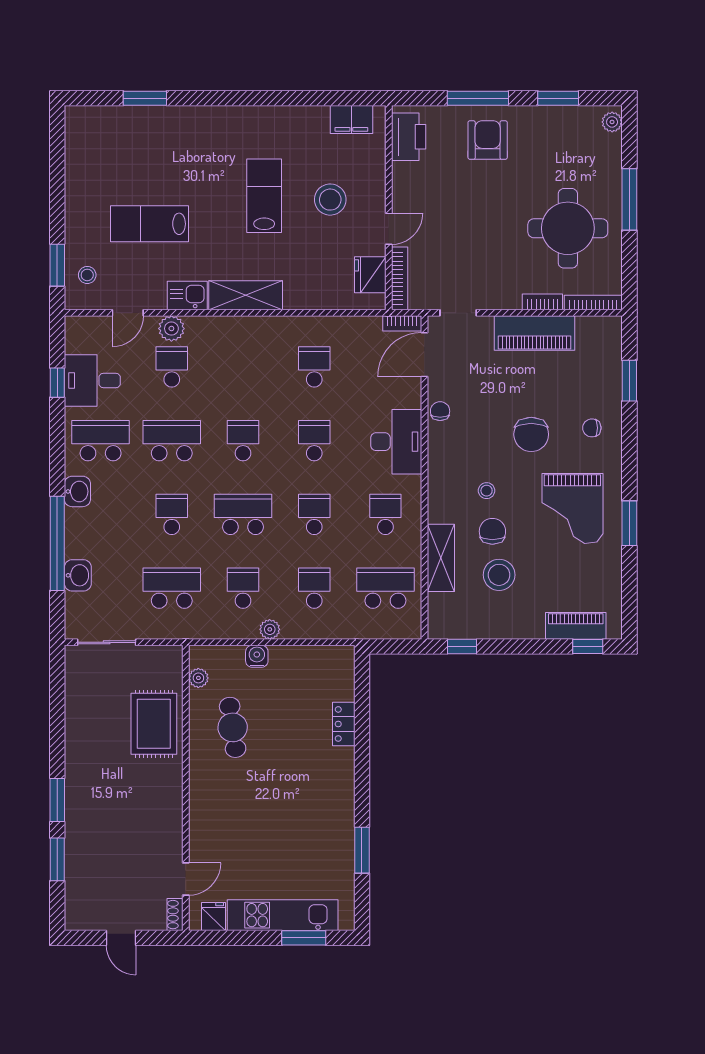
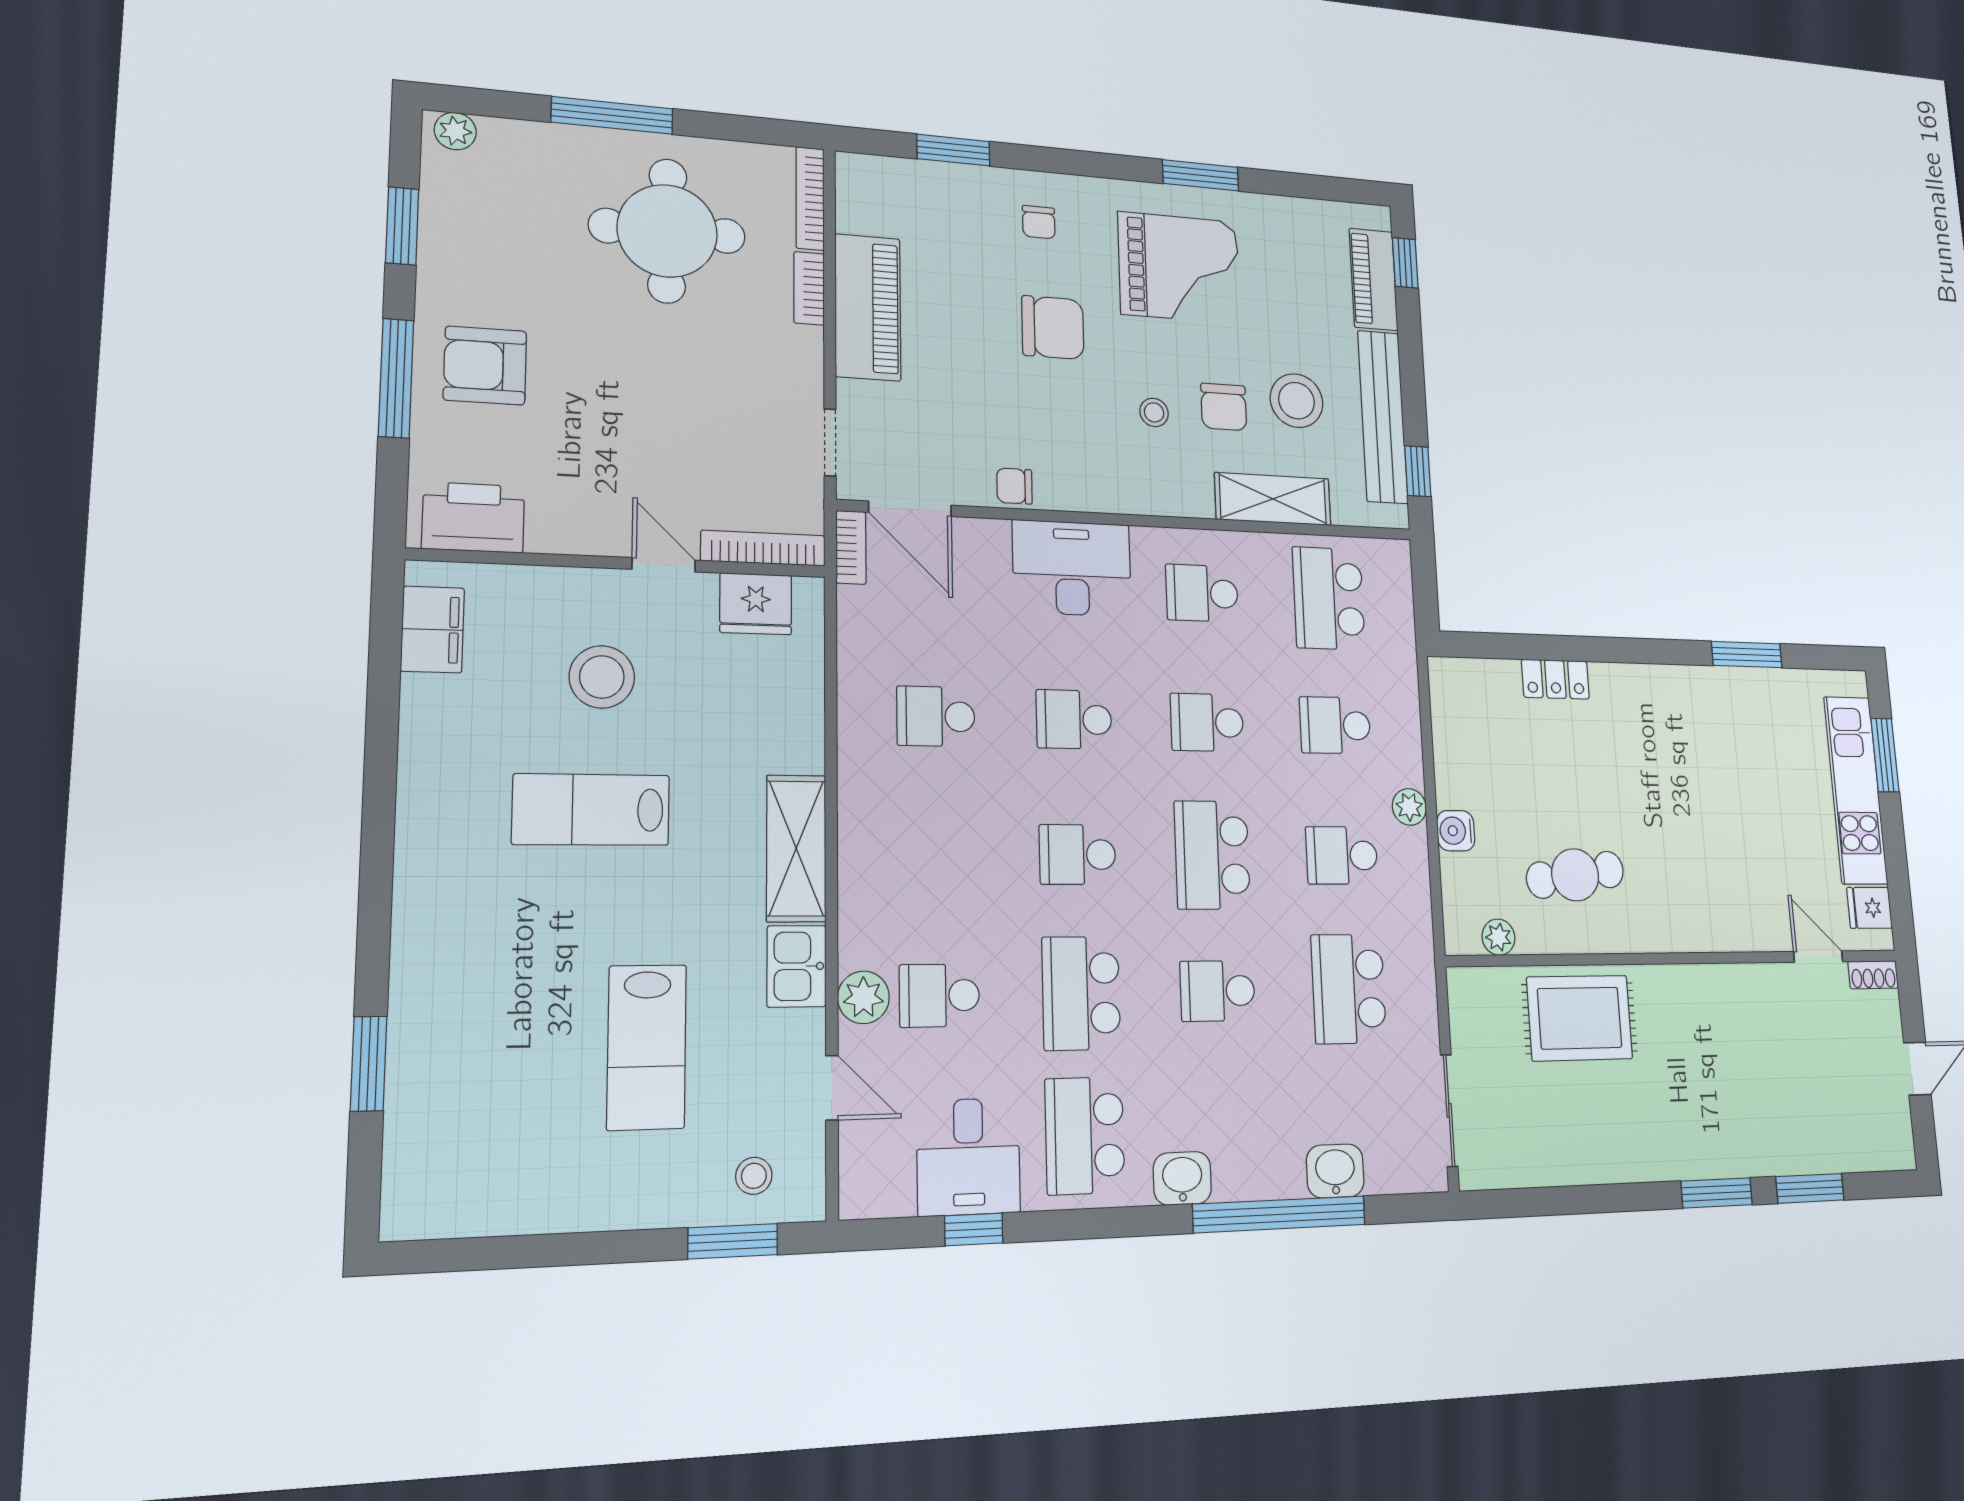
chair: (492, 531) -> (1224, 407), turned -90
bench: (493, 627) -> (1383, 417), added

